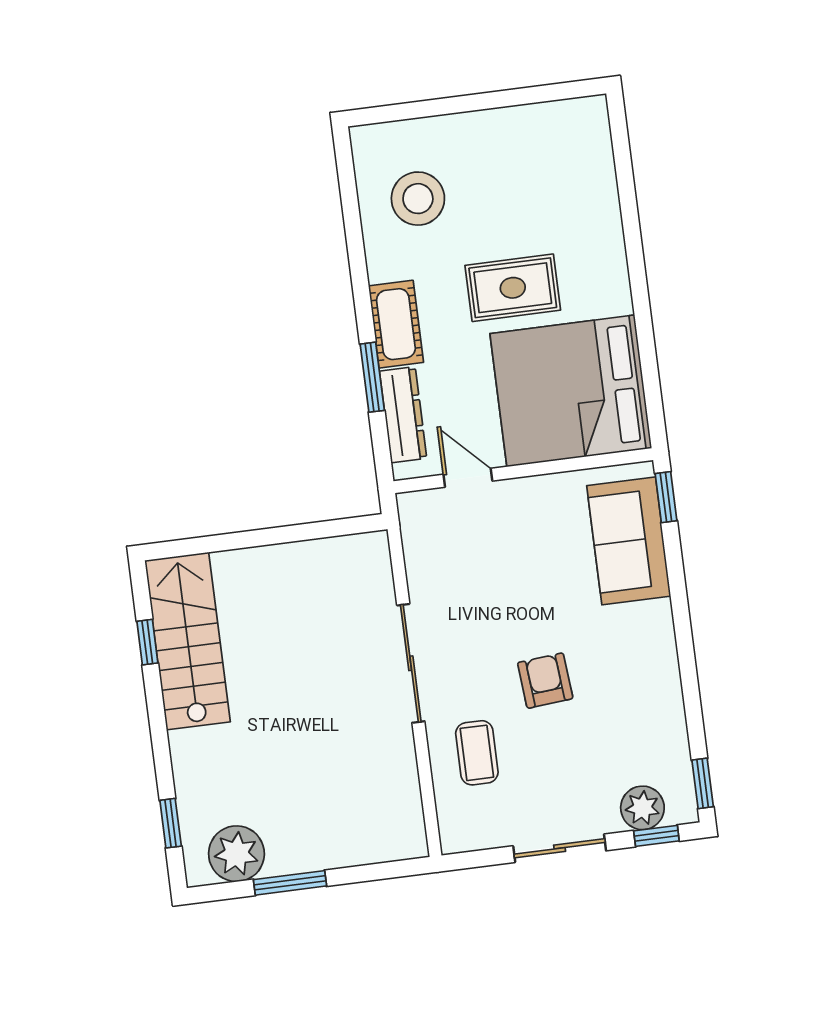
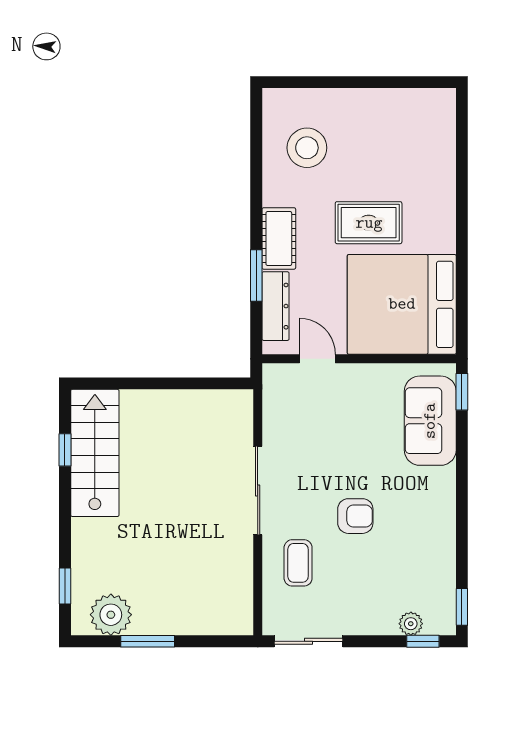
armchair: (545, 681) -> (355, 516), turned 95
plant: (642, 808) -> (411, 624), width x0.73, depth x0.73
sliding door: (560, 848) -> (308, 641), moved

